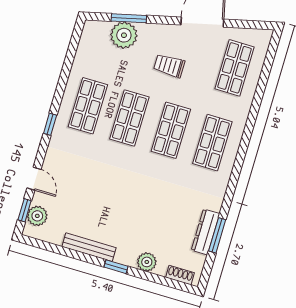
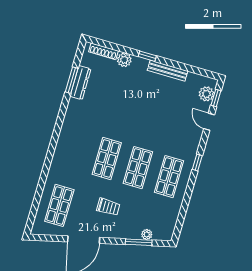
plant: (124, 35) -> (147, 234), width x0.53, depth x0.53
shop shelf: (212, 143) -> (76, 149), removed
shoe rack: (180, 275) -> (103, 51), width x1.43

